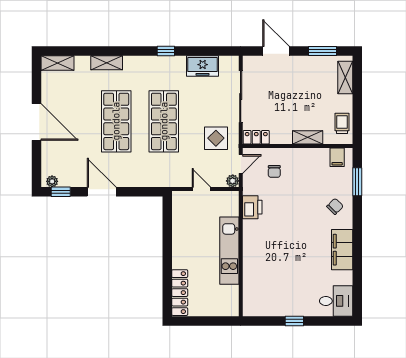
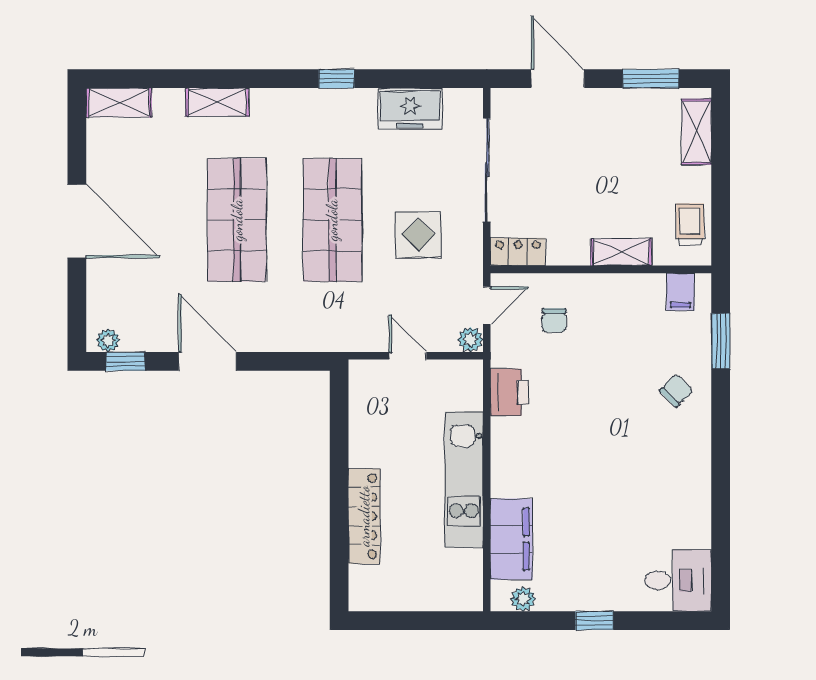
display table: (216, 138) -> (419, 235), moved
filing cabinet: (342, 250) -> (511, 539), moved, turned 180
locker: (180, 293) -> (364, 516), moved
plant: (259, 310) -> (523, 599), added

